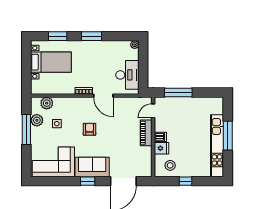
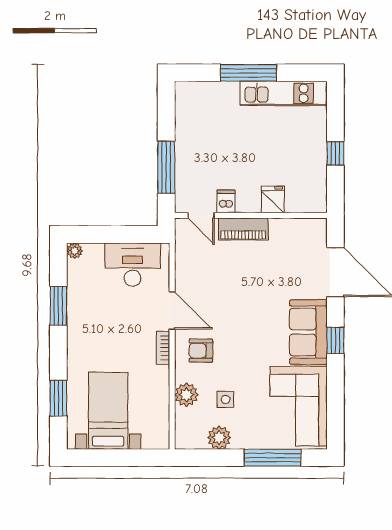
window: (91, 36) -> (58, 306), moved
door: (103, 96) -> (172, 311), hinge flipped
plant: (47, 103) -> (186, 395), moved
armchair: (90, 129) -> (201, 351), moved
window: (26, 130) -> (273, 458), moved
dishwasher: (160, 137) -> (226, 201), moved
kitchen unit: (217, 146) -> (284, 93), width x0.73
stool: (170, 165) -> (305, 183), removed

